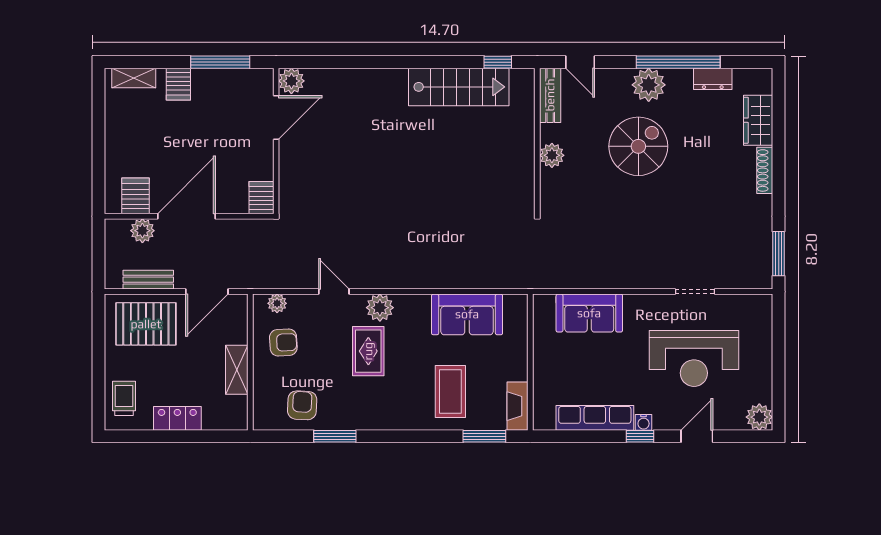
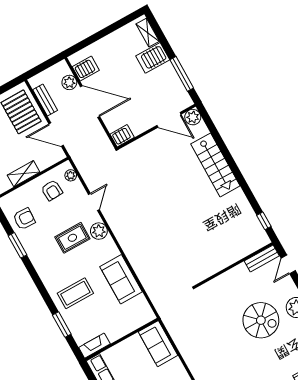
server rack: (178, 84) -> (153, 58), width x1.36, depth x1.44
stairs: (459, 87) -> (215, 165), moved
plant: (552, 155) -> (231, 277), removed
wall: (530, 362) -> (122, 339), moved
fireplace: (518, 406) -> (94, 346), moved

